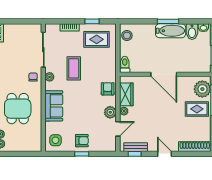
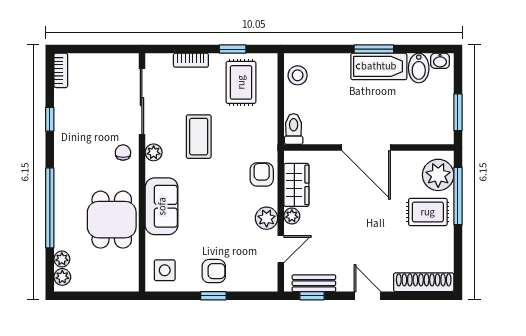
rug: (97, 39) -> (241, 82), turned 90
dining table: (18, 109) -> (112, 220), moved

